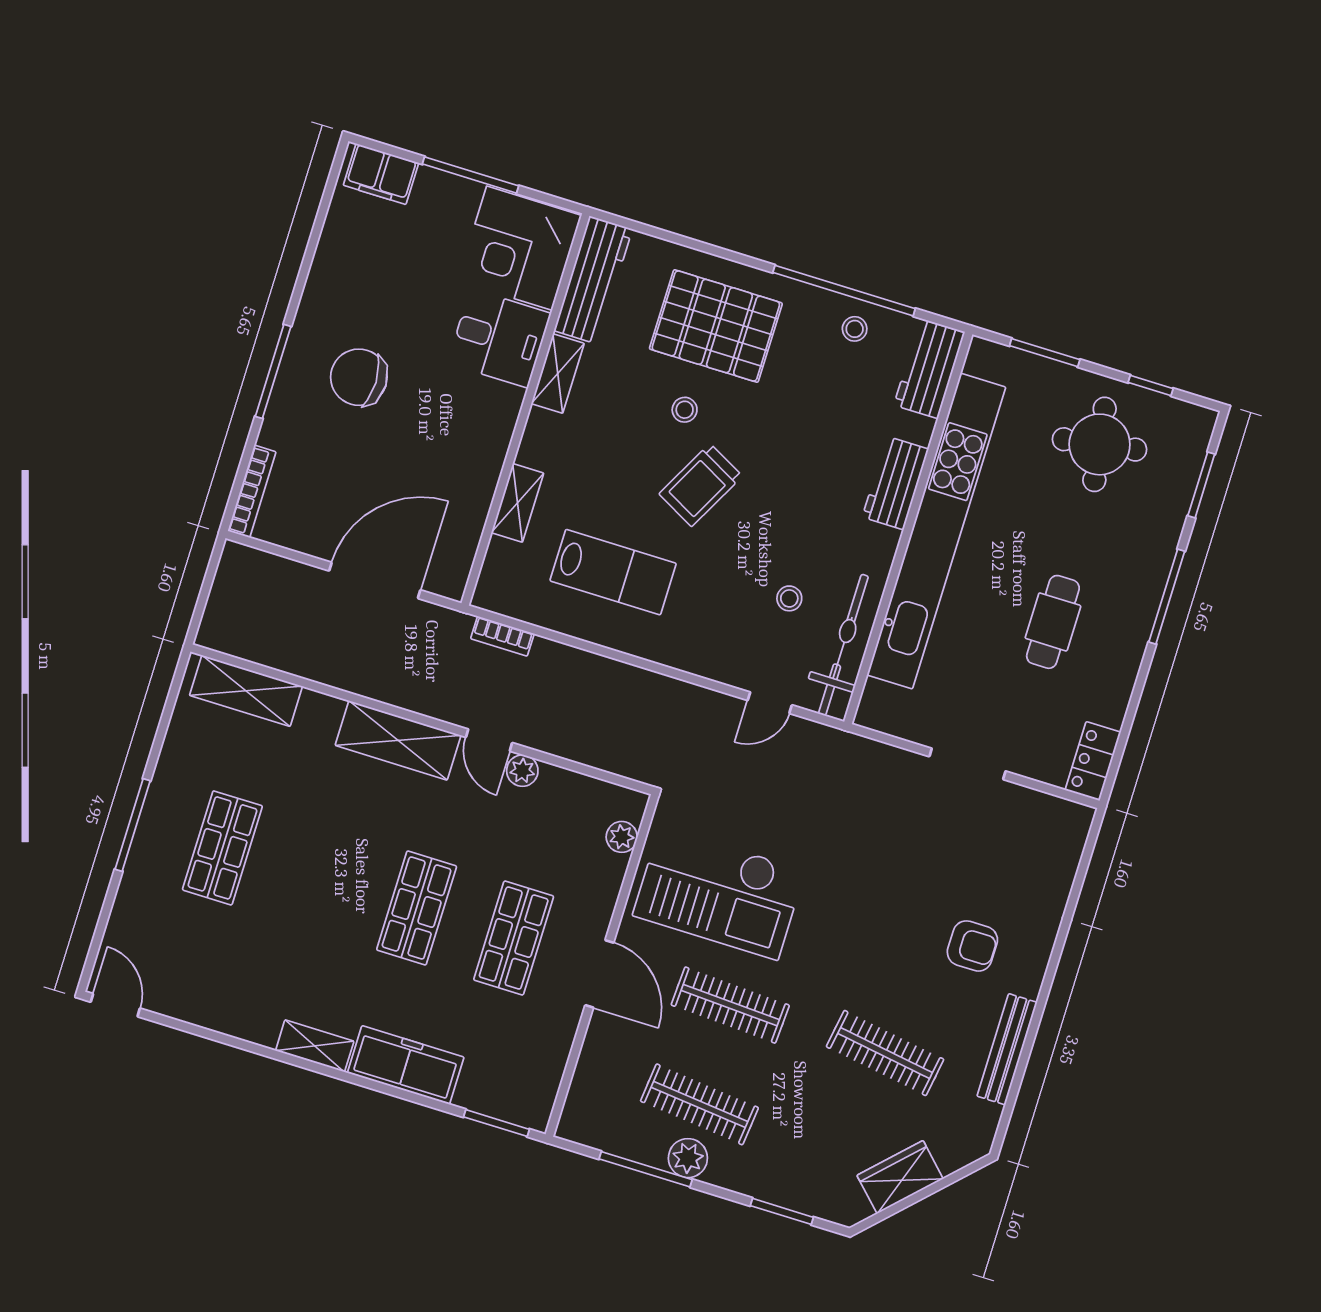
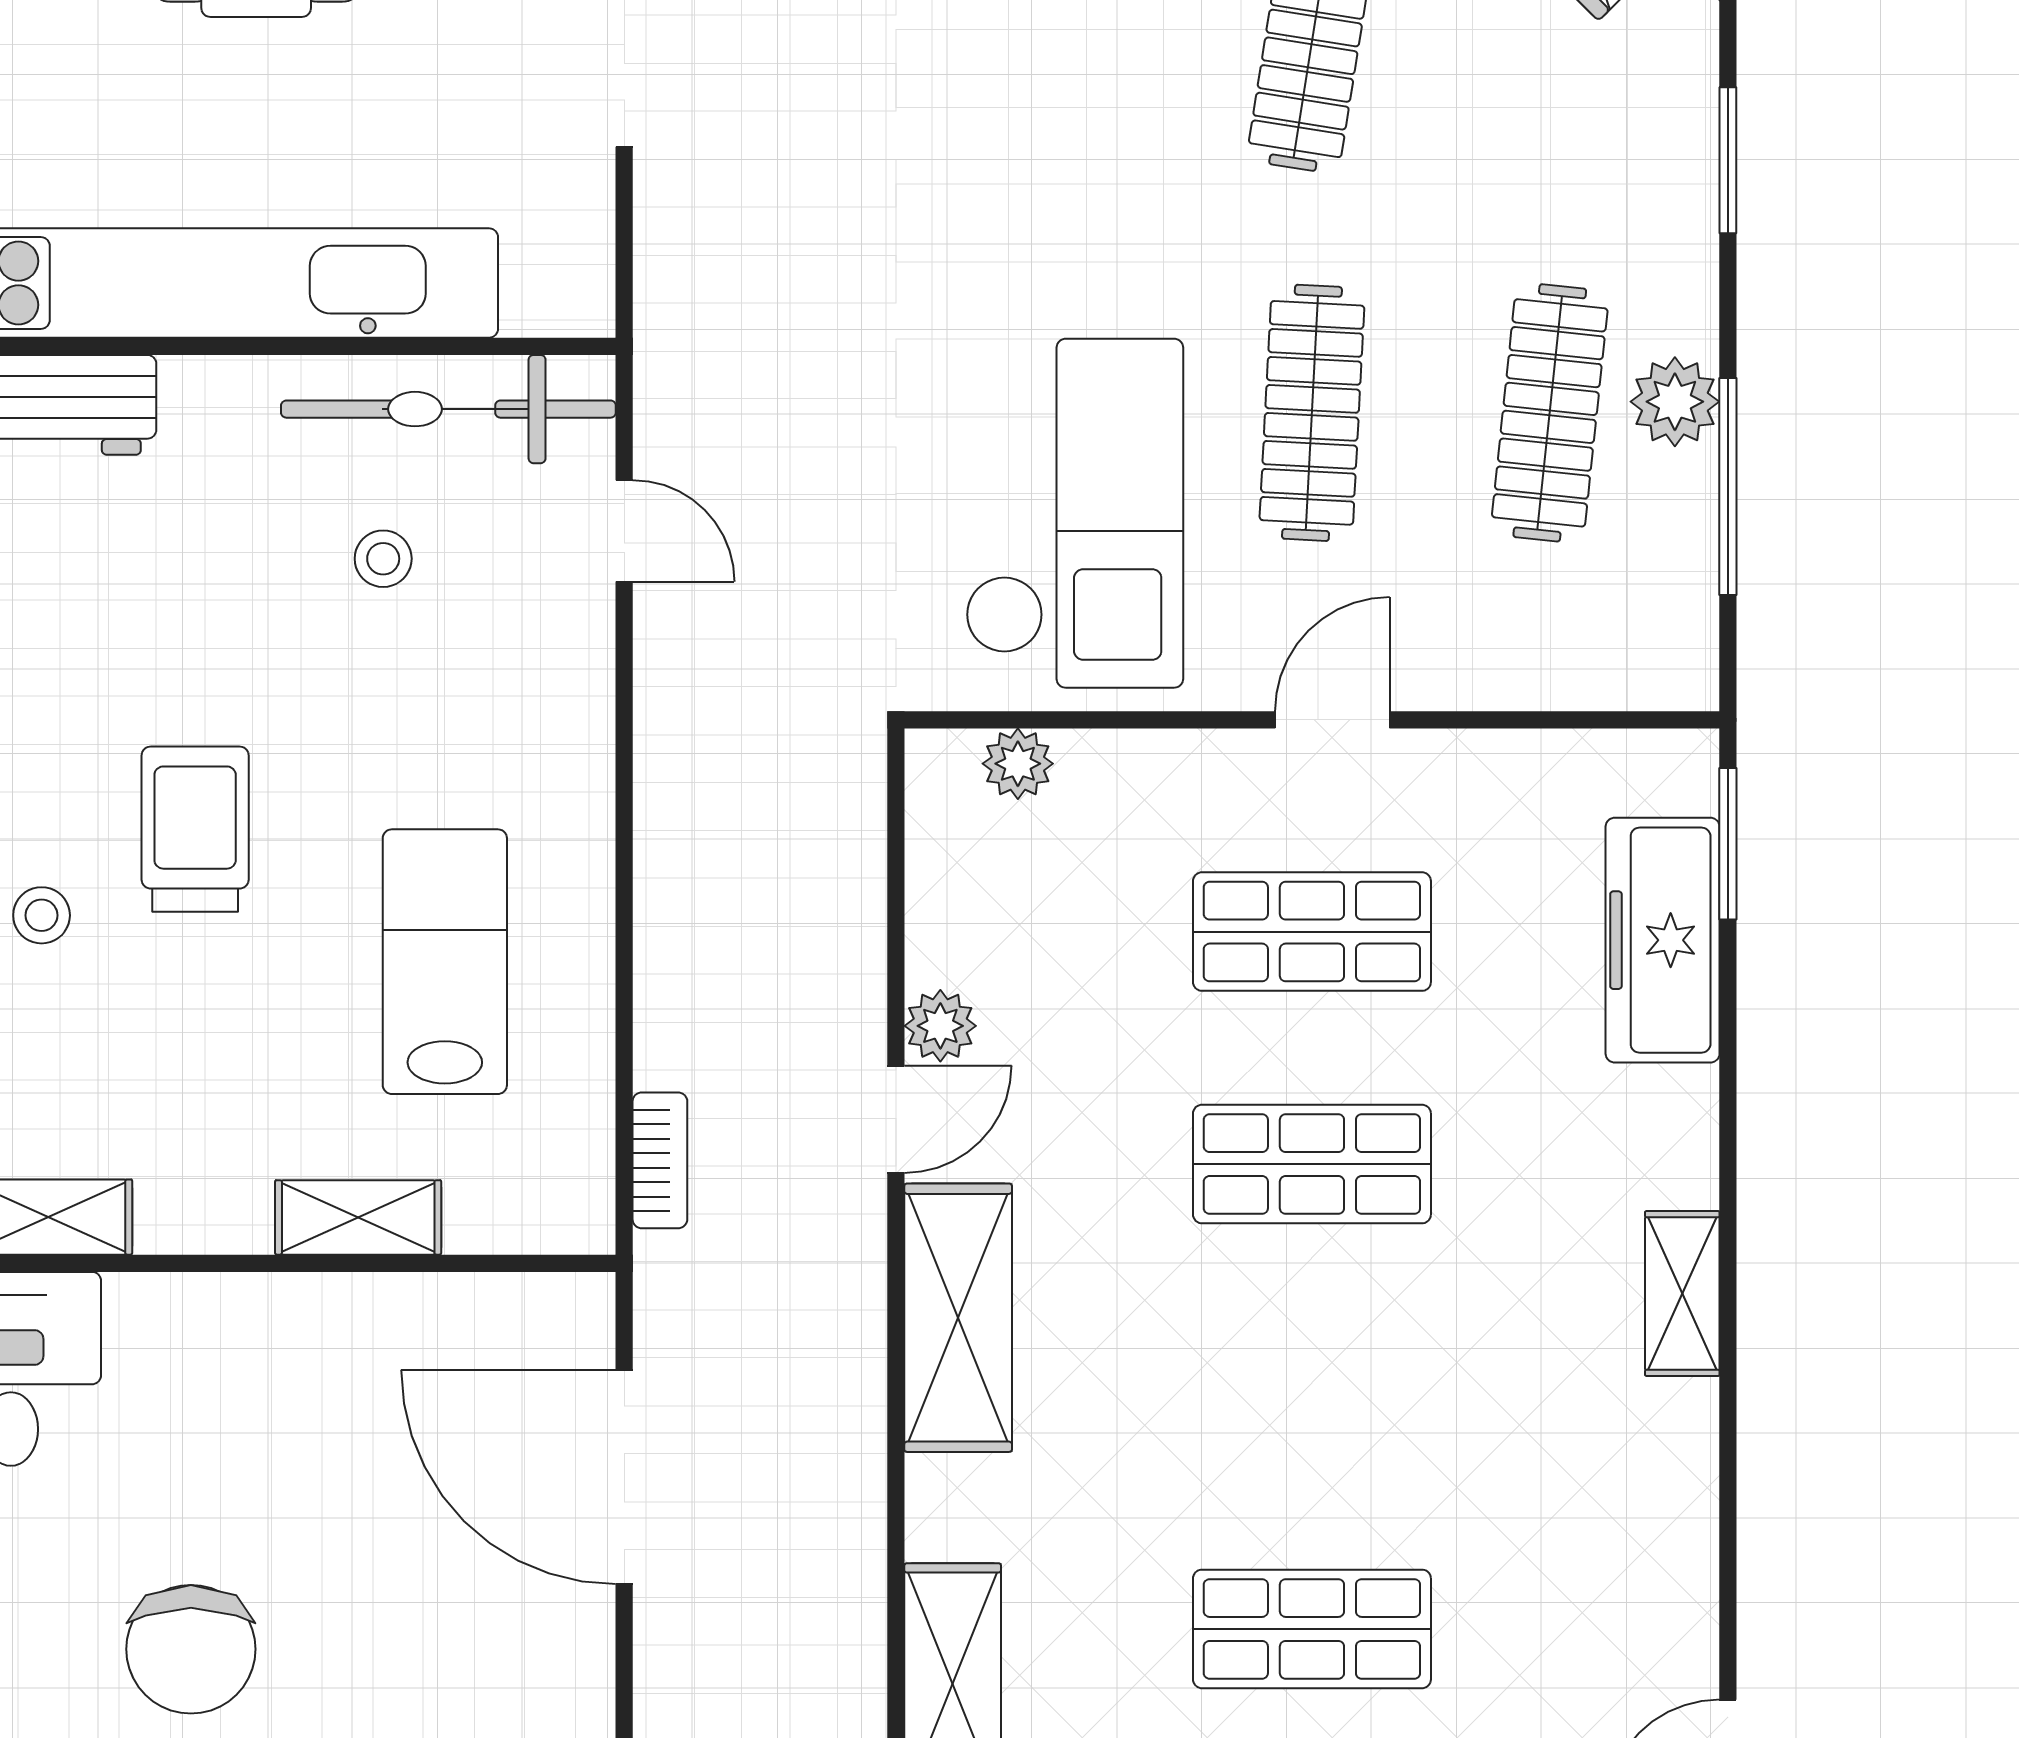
trolley: (701, 485) -> (195, 829), turned -118
door: (599, 974) -> (1332, 720), width x0.73
freezer: (406, 1065) -> (1663, 940), moved

